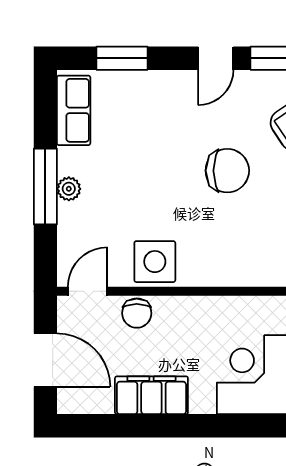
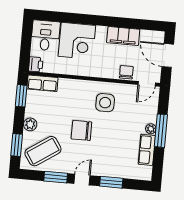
window: (122, 58) -> (111, 182), moved
row of seats: (74, 110) -> (147, 150), moved
side table: (155, 262) -> (105, 103), moved

